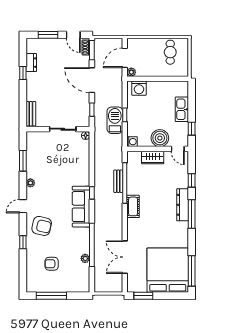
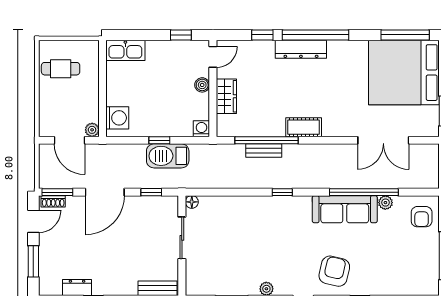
kitchen sink: (182, 109) -> (125, 50), moved
boiler: (160, 138) -> (202, 85), width x0.54, depth x0.54
sofa: (81, 207) -> (345, 209), moved
window: (192, 214) -> (315, 35), width x1.46
armchair: (52, 264) -> (422, 217), moved

